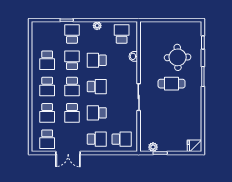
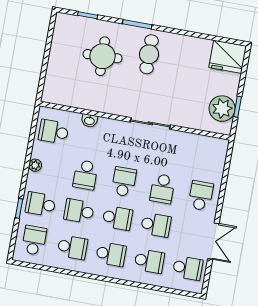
cafe table: (172, 84) -> (149, 54), moved
school desk: (122, 139) -> (34, 240), moved
fridge: (194, 146) -> (228, 57), width x1.88, depth x1.34
plant: (153, 147) -> (222, 109), width x1.88, depth x1.88

